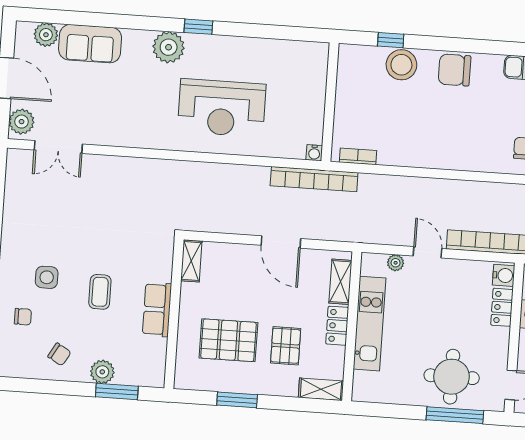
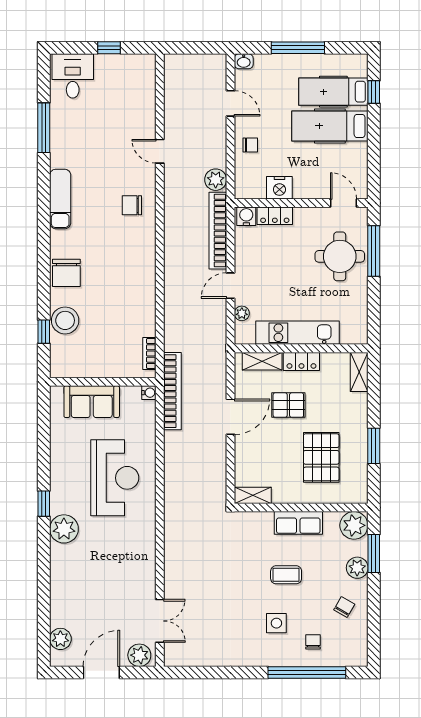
sofa: (90, 44) -> (92, 402), moved, turned 90
pallet: (286, 346) -> (288, 405), moved
plant: (150, 372) -> (354, 525), added

